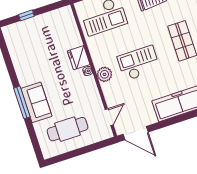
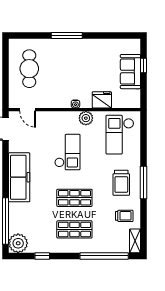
fridge: (79, 58) -> (102, 100), moved
plant: (104, 74) -> (86, 118), moved
sofa: (36, 102) -> (130, 72), moved, turned 90

